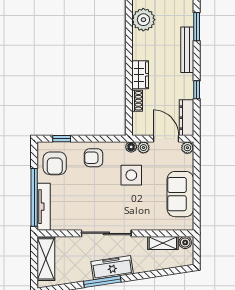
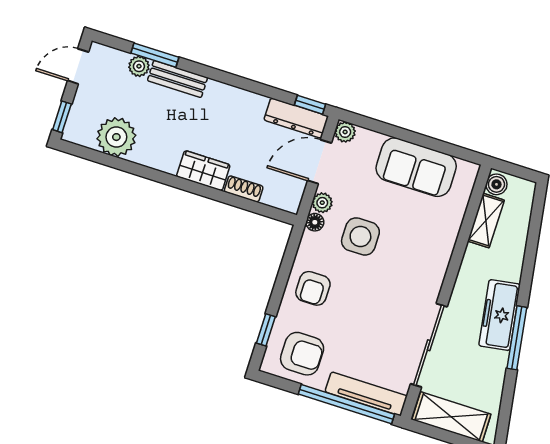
plant: (187, 20) -> (139, 66), added
bench: (187, 50) -> (177, 79), width x0.73
window: (197, 90) -> (310, 105), moved
sliding door: (106, 233) -> (429, 345), moved

